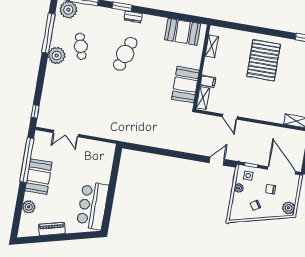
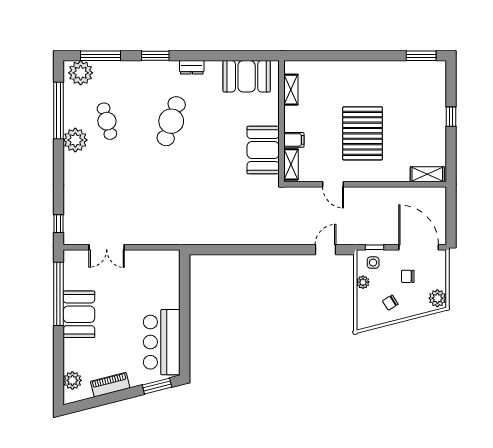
dresser: (133, 17) -> (192, 67), moved
pallet: (264, 60) -> (363, 133), moved
plant: (29, 207) -> (72, 380), moved
window: (84, 235) -> (157, 386), added

